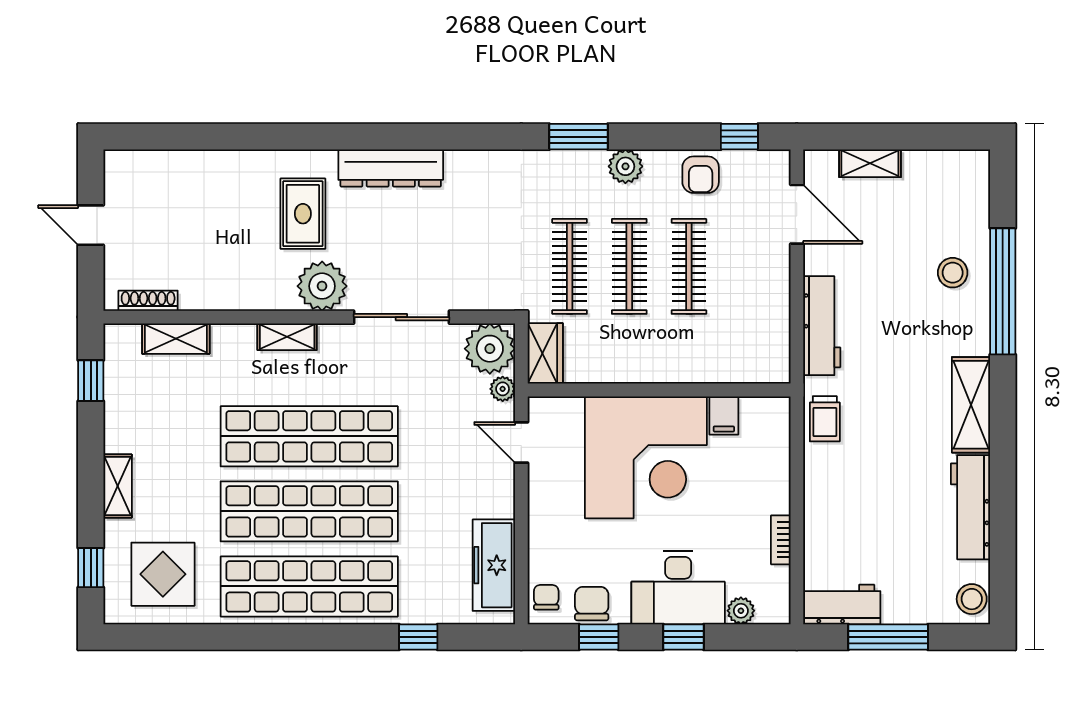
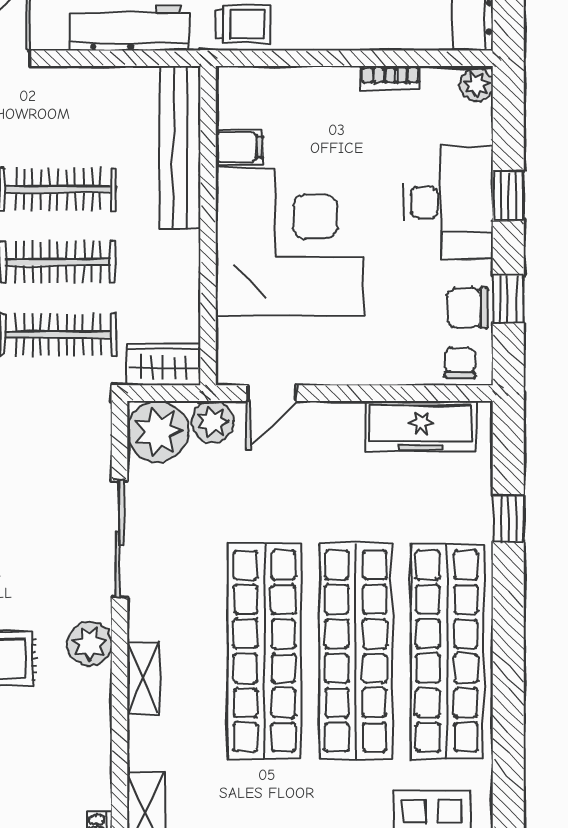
plant: (322, 286) -> (90, 644), width x0.73, depth x0.73
bench: (723, 367) -> (180, 147), added
plant: (503, 389) -> (212, 422), width x1.38, depth x1.38
chair: (546, 597) -> (460, 363), turned 90
plant: (741, 611) -> (476, 84), moved

